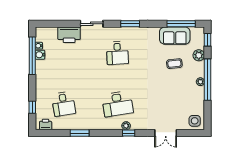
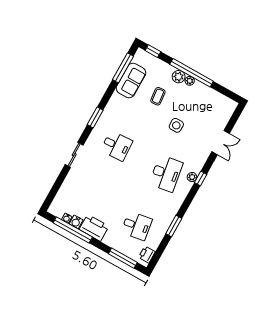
printer: (69, 35) -> (94, 228), moved, turned -90
plant: (199, 55) -> (179, 77), moved
window: (32, 107) -> (123, 258), width x2.17
side table: (195, 121) -> (176, 125), moved

